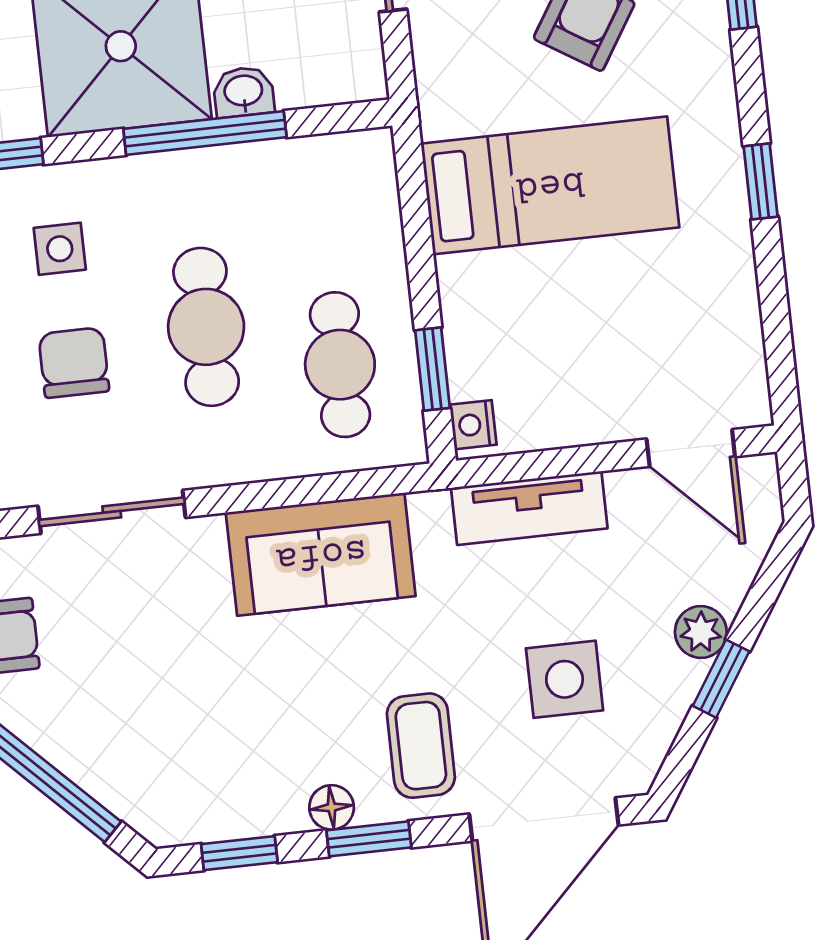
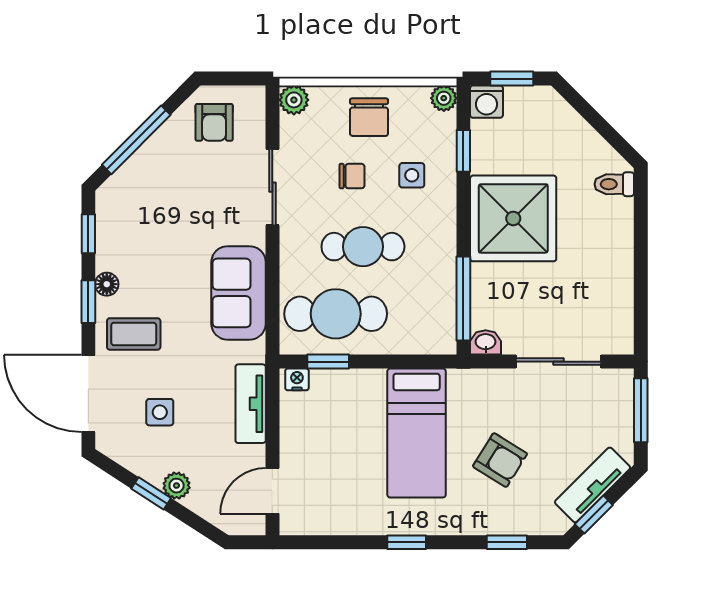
washbasin: (244, 92) -> (486, 342), moved, turned -90
window: (205, 133) -> (463, 298), moved
chair: (74, 363) -> (352, 176), width x0.73, depth x0.73
cafe table: (340, 365) -> (336, 314), width x1.37, depth x1.35
side table: (565, 679) -> (160, 412), width x0.73, depth x0.73

